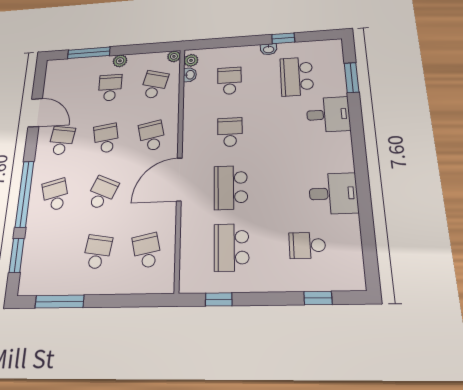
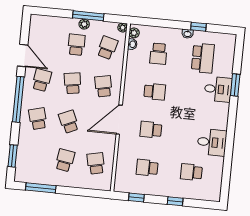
window: (89, 53) -> (88, 16), moved
school desk: (297, 76) -> (203, 58), turned 180
window: (352, 78) -> (235, 85), moved
school desk: (229, 81) -> (158, 54), turned 180
school desk: (230, 132) -> (155, 92), turned 90
school desk: (231, 187) -> (151, 130), width x0.54
school desk: (102, 193) -> (69, 122), turned -48
window: (25, 194) -> (18, 99), moved
school desk: (231, 247) -> (147, 168), width x0.54
window: (318, 298) -> (175, 201), moved

